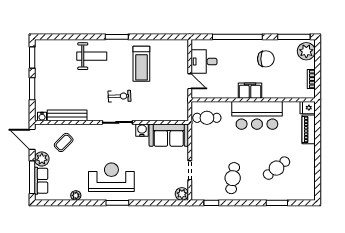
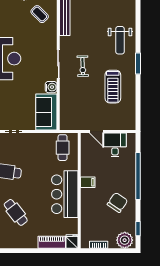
window: (294, 37) -> (138, 229), width x0.46
chair: (266, 59) -> (117, 202), turned -146
treadmill: (141, 64) -> (113, 87), turned -90
door: (190, 81) -> (97, 132), hinge flipped
filing cabinet: (250, 91) -> (88, 182), width x0.50

